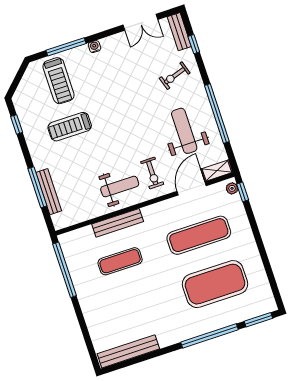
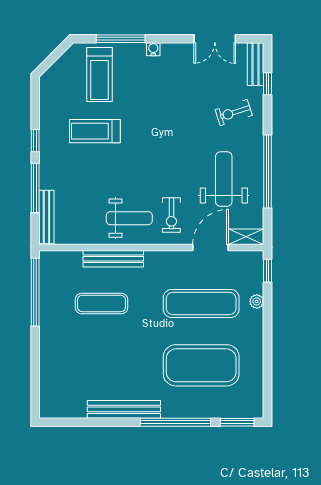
window: (17, 124) -> (35, 141), moved
plant: (232, 188) -> (257, 301), moved
bench: (49, 192) -> (46, 217), moved
bench: (128, 351) -> (124, 409), moved

